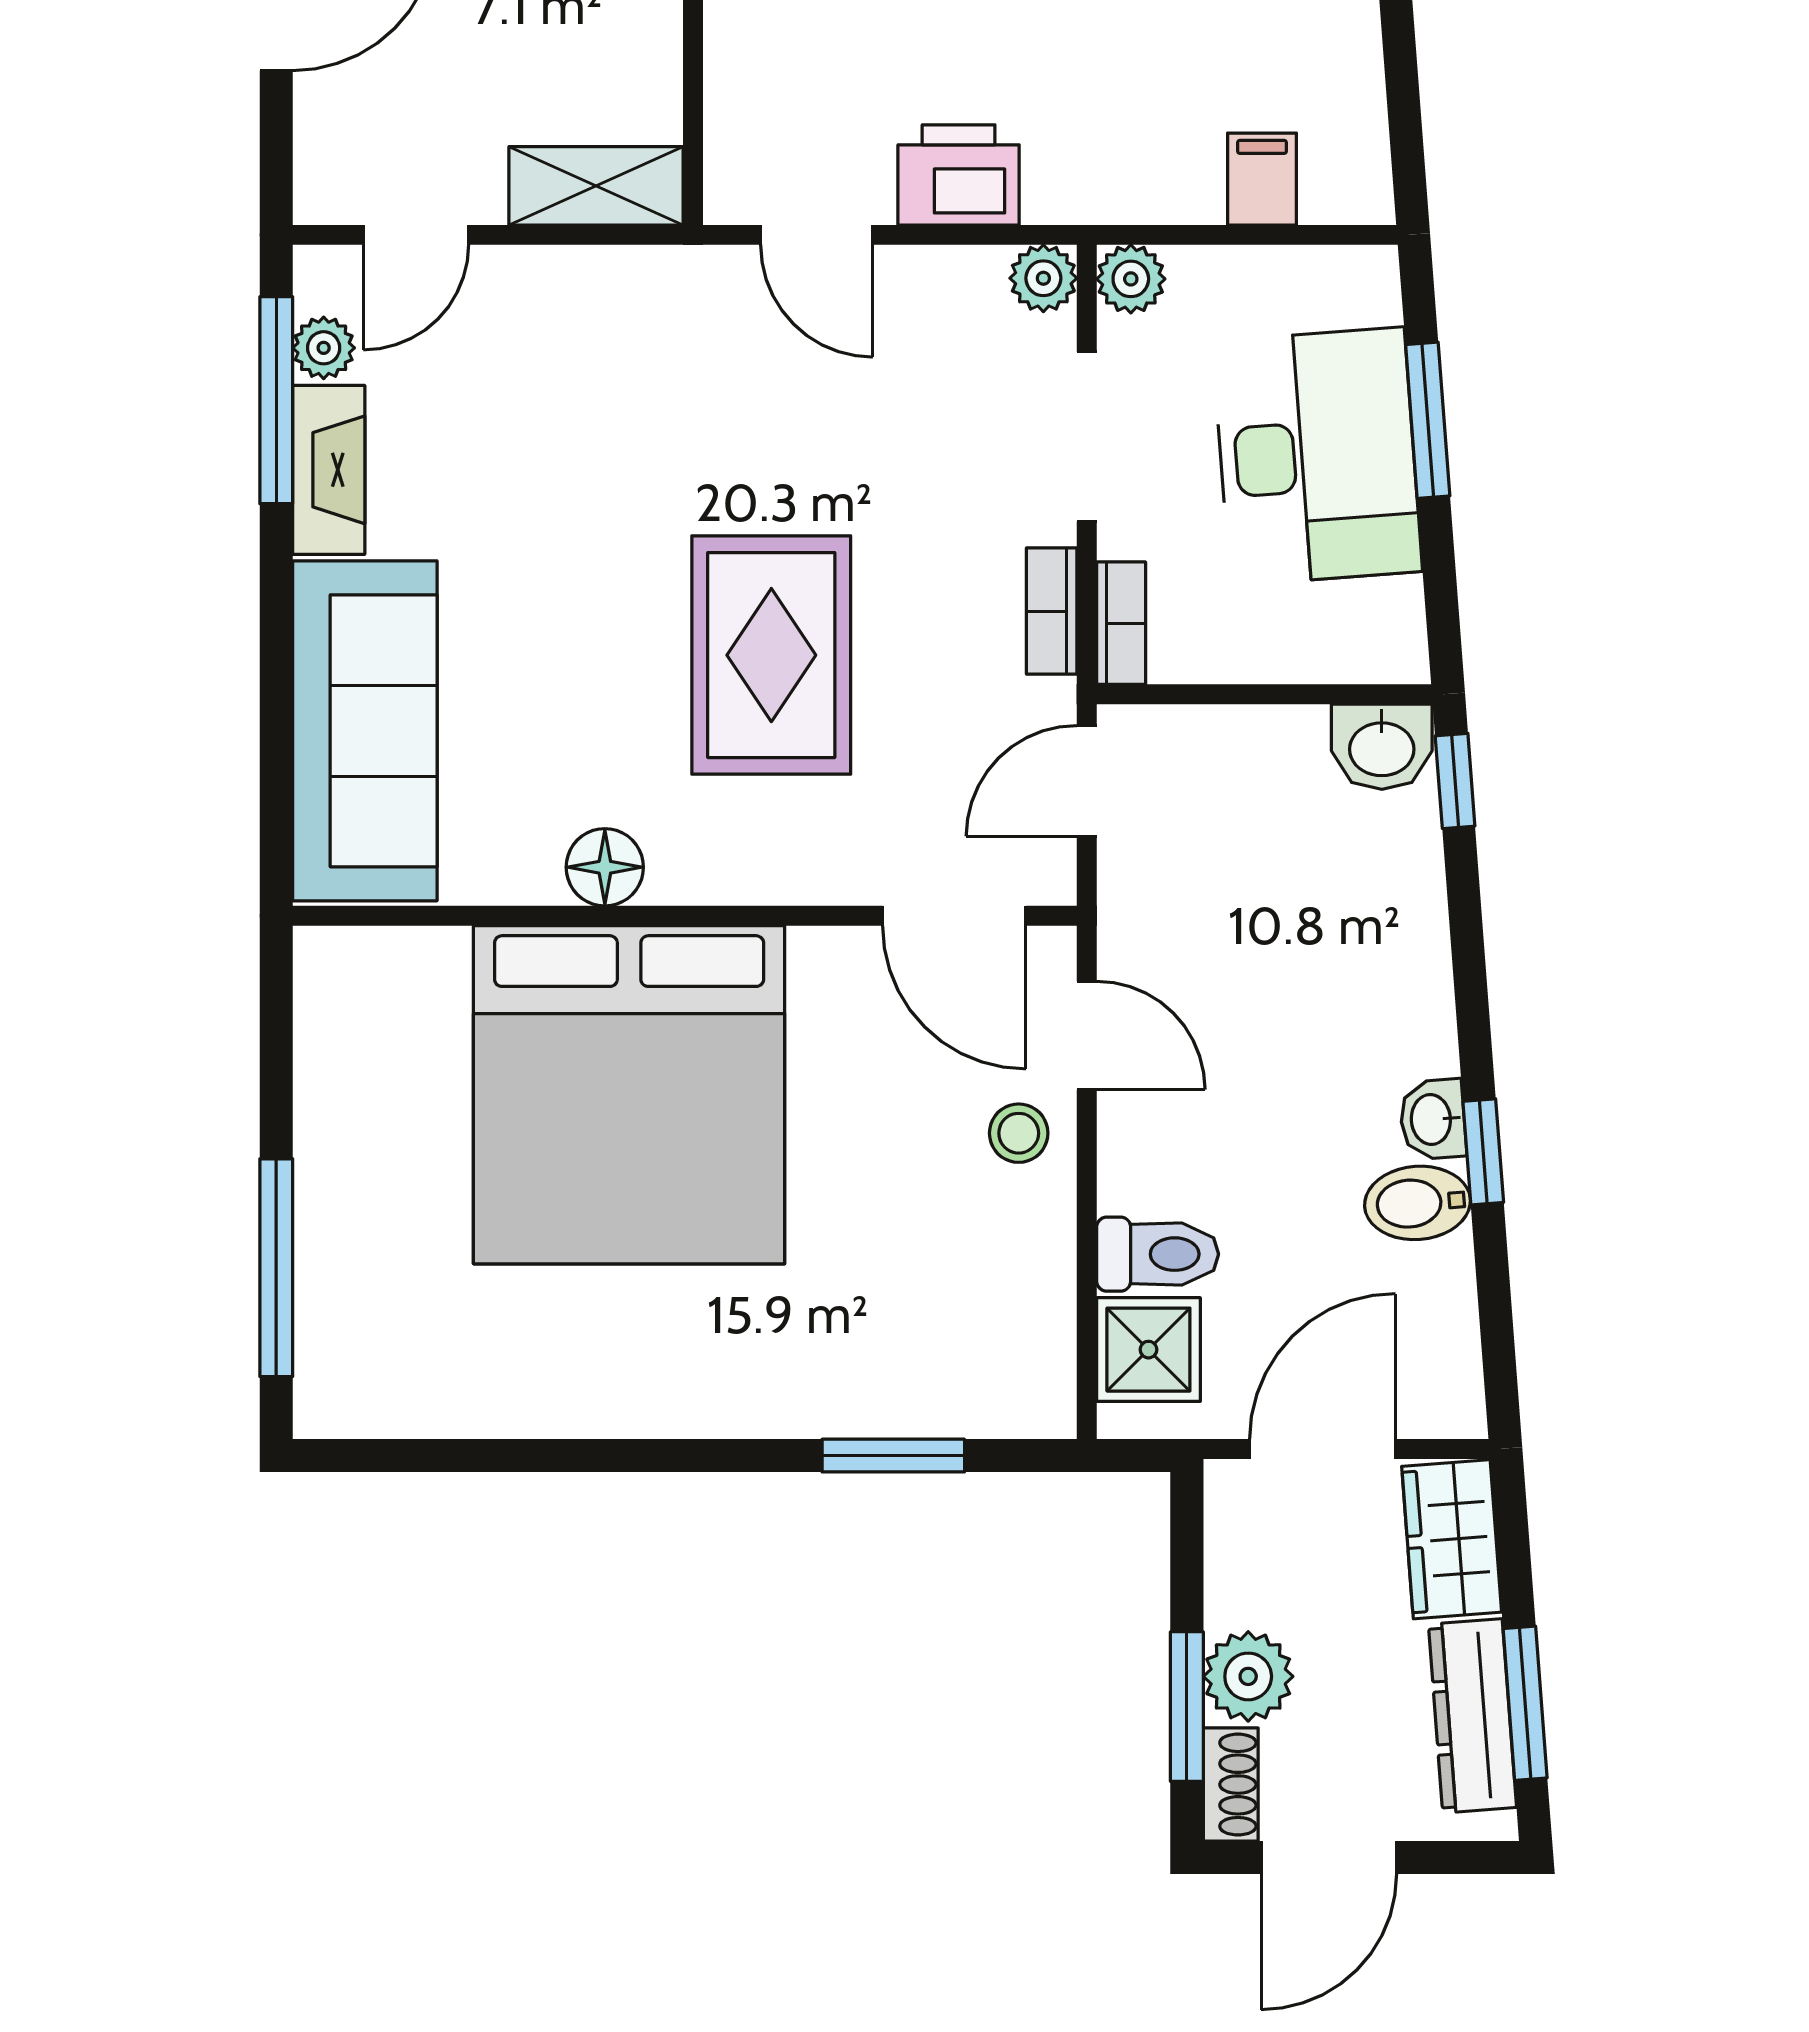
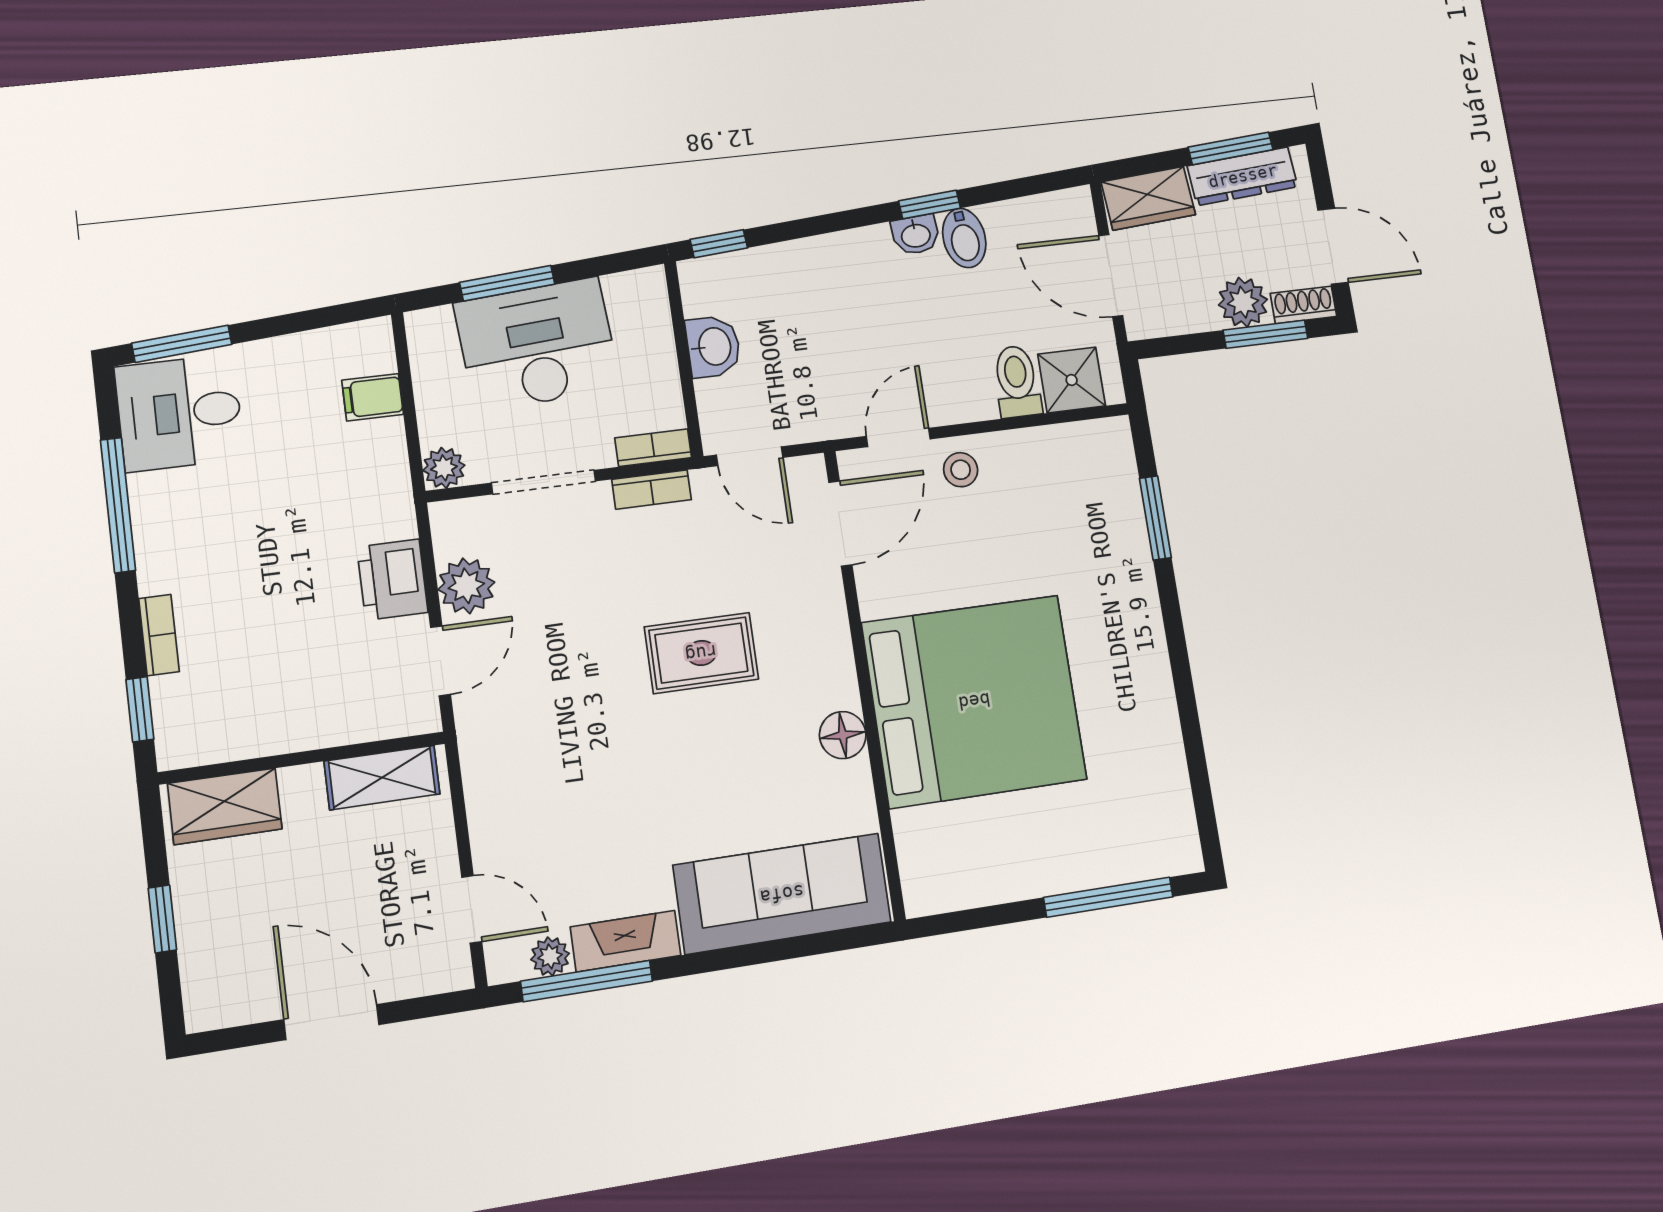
shelving: (596, 186) -> (382, 778), moved, turned 90
plant: (1043, 278) -> (466, 586), moved, width x1.38, depth x1.38
rug: (771, 655) -> (701, 653), width x0.73, depth x0.70
washbasin: (1382, 747) -> (713, 347), moved

